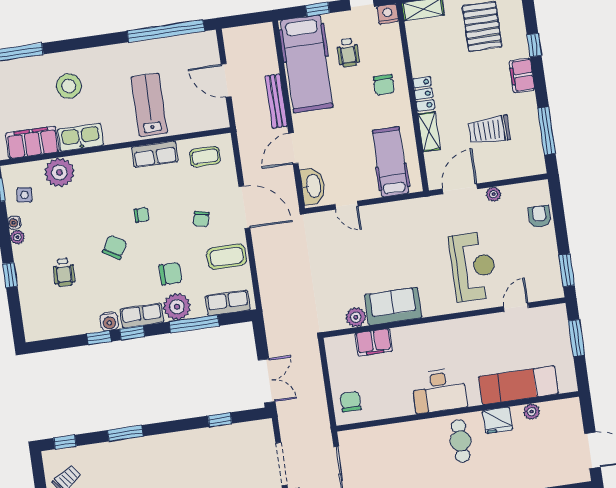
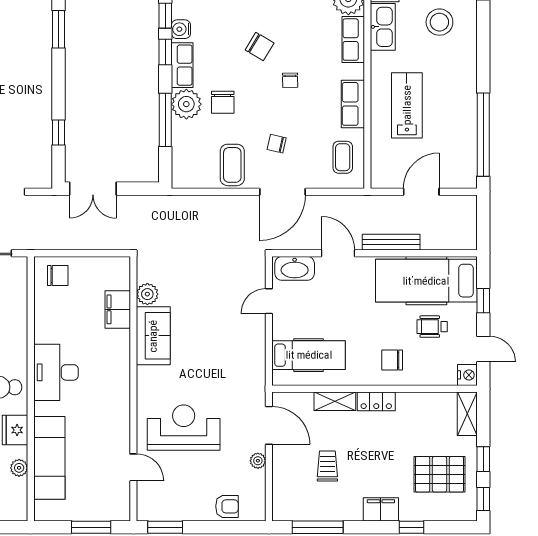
lab bench: (149, 105) -> (407, 105), turned -90
trolley: (489, 130) -> (327, 466), width x0.73, depth x0.72
reception desk: (473, 266) -> (184, 428), turned 180
row of seats: (228, 303) -> (353, 40), moved, turned 180

